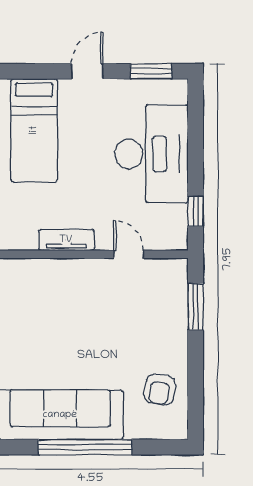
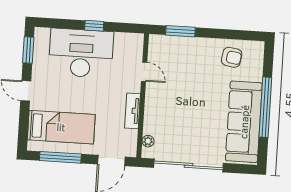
window: (196, 211) -> (94, 26), moved
door: (129, 254) -> (144, 72), swing flipped
plant: (21, 267) -> (148, 141), added

